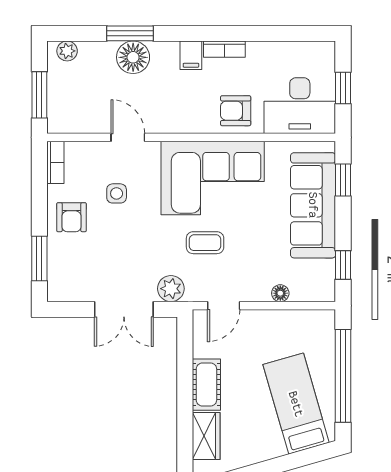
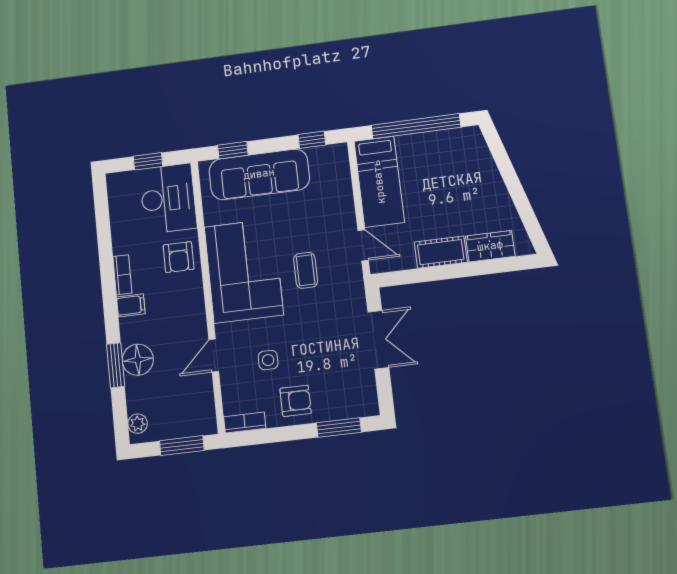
plant: (171, 289) -> (353, 297), removed
floor lamp: (280, 293) -> (345, 194), removed
bed: (296, 404) -> (379, 182), moved, turned -74

